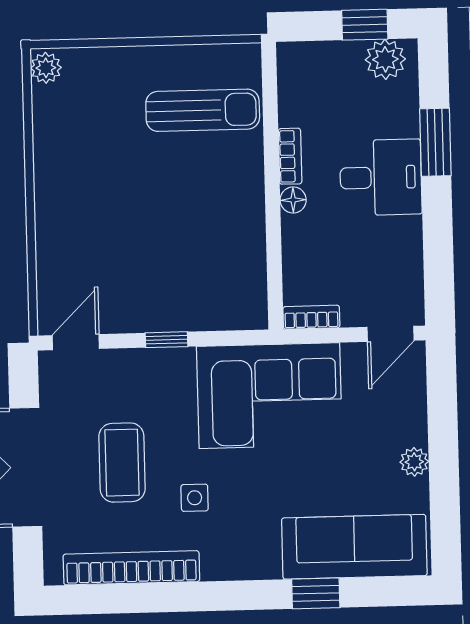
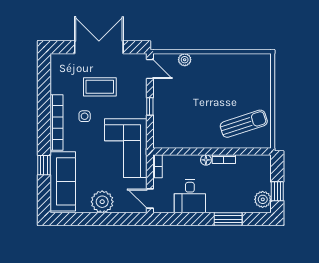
plant: (46, 68) -> (185, 60), moved
sun lounger: (203, 110) -> (244, 124), turned -108
desk: (381, 177) -> (190, 196), moved
plant: (414, 462) -> (102, 202), width x1.88, depth x1.88
bookcase: (131, 568) -> (56, 123), moved

